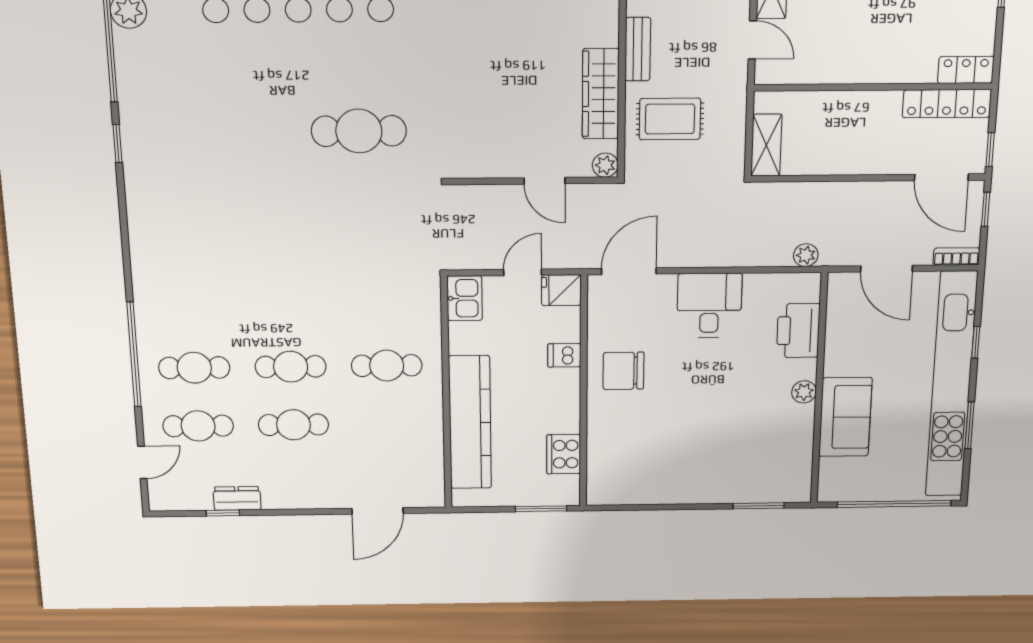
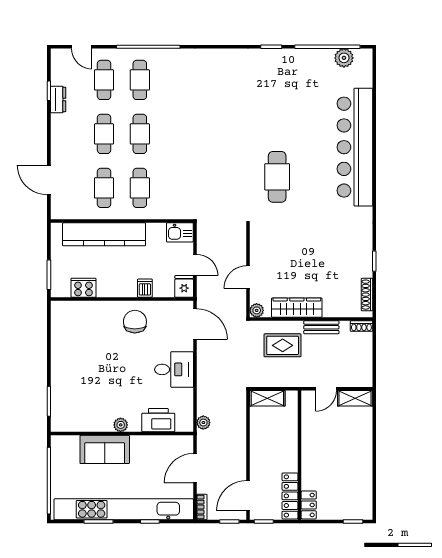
rug: (670, 119) -> (283, 345), turned 90
cafe table: (389, 424) -> (104, 188), added

